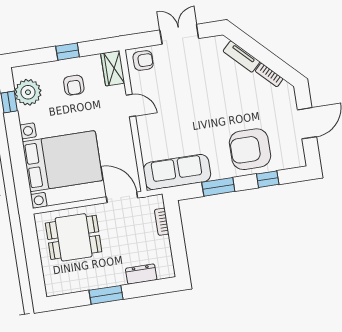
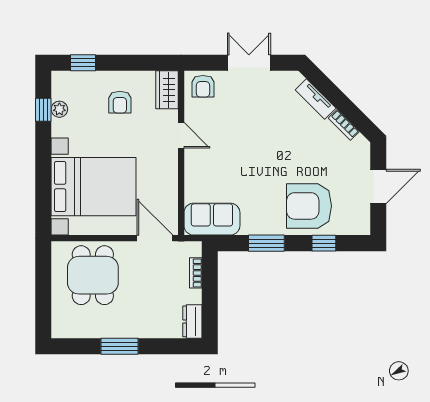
window: (68, 52) -> (83, 63), moved
armchair: (143, 61) -> (203, 86), turned 90
plant: (28, 92) -> (59, 109), width x0.53, depth x0.53
sofa: (177, 172) -> (212, 219), width x0.73
dining table: (74, 237) -> (93, 275), turned 90
dresser: (141, 274) -> (192, 321), moved, turned -90

